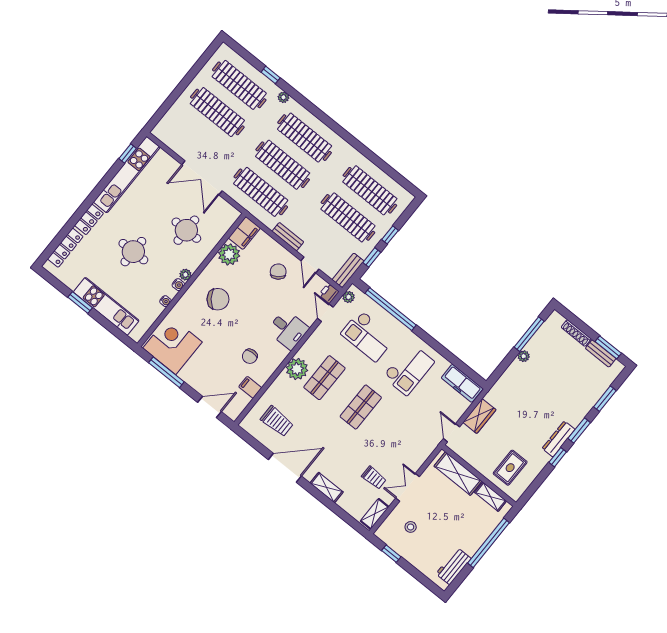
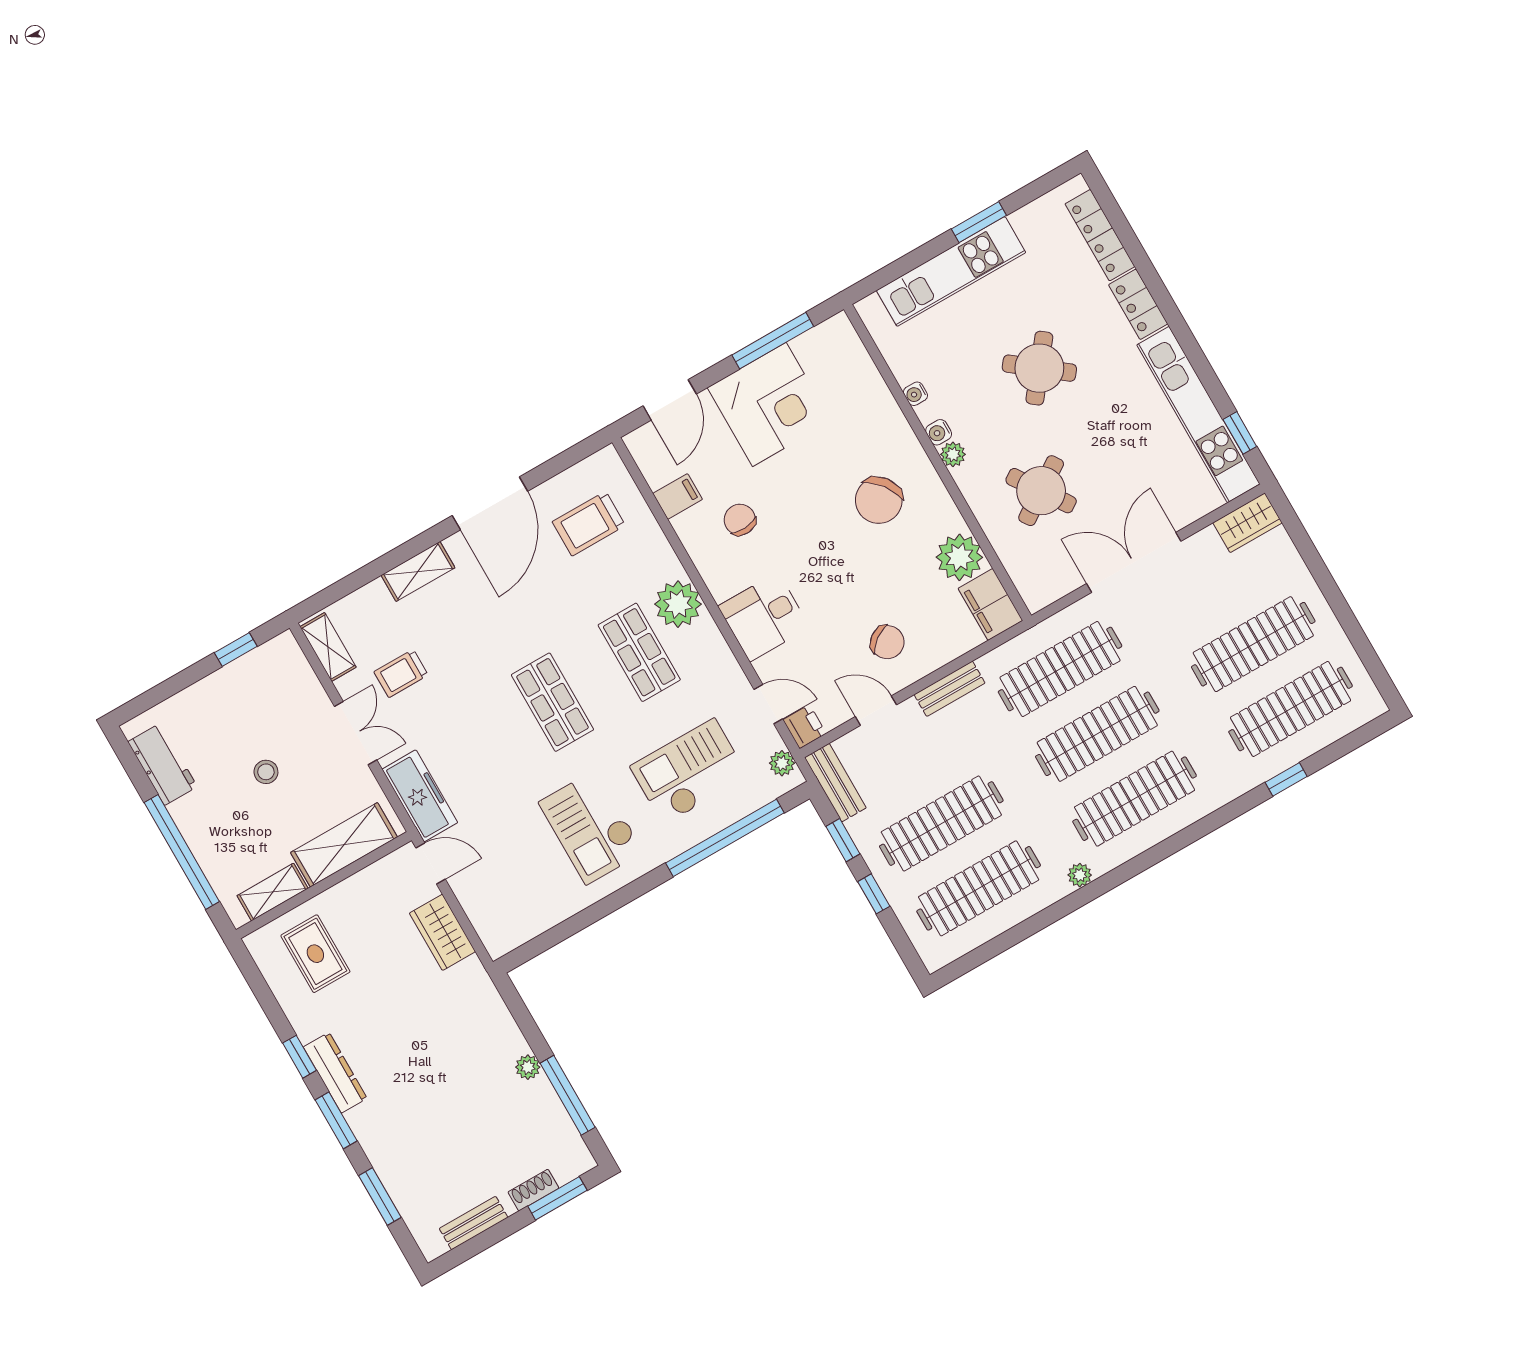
plant: (283, 97) -> (1080, 875), moved
wardrobe: (165, 135) -> (1247, 523), added
round table: (186, 230) -> (1041, 491), turned -34
round table: (133, 252) -> (1039, 368), turned 38
shoe rack: (576, 333) -> (533, 1190), width x0.70
corner desk: (173, 345) -> (769, 404), moved
window: (608, 347) -> (557, 1198), moved
freezer: (462, 383) -> (420, 796), moved, turned 90
stool: (411, 527) -> (266, 772), moved

